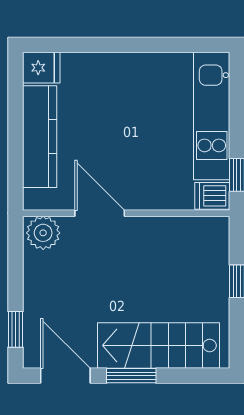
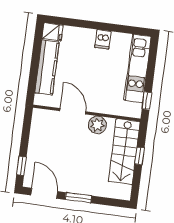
dishwasher: (212, 196) -> (103, 39), moved, turned -90
plant: (43, 233) -> (97, 125), moved
stairs: (159, 345) -> (124, 152), moved, turned -90

